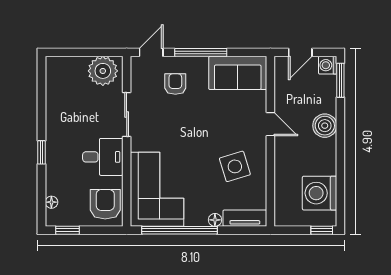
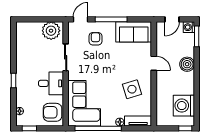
armchair: (105, 204) -> (52, 112), turned -90

